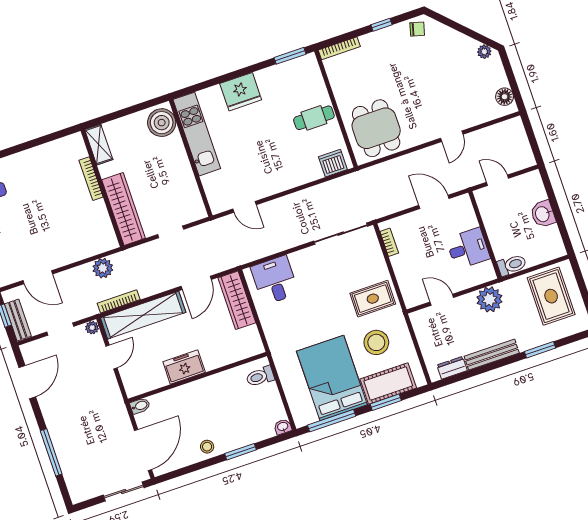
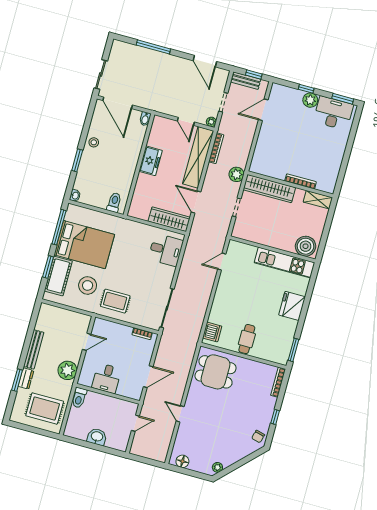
plant: (103, 268) -> (236, 174), moved
rug: (373, 299) -> (115, 301), turned 90
dresser: (452, 368) -> (26, 378), moved

